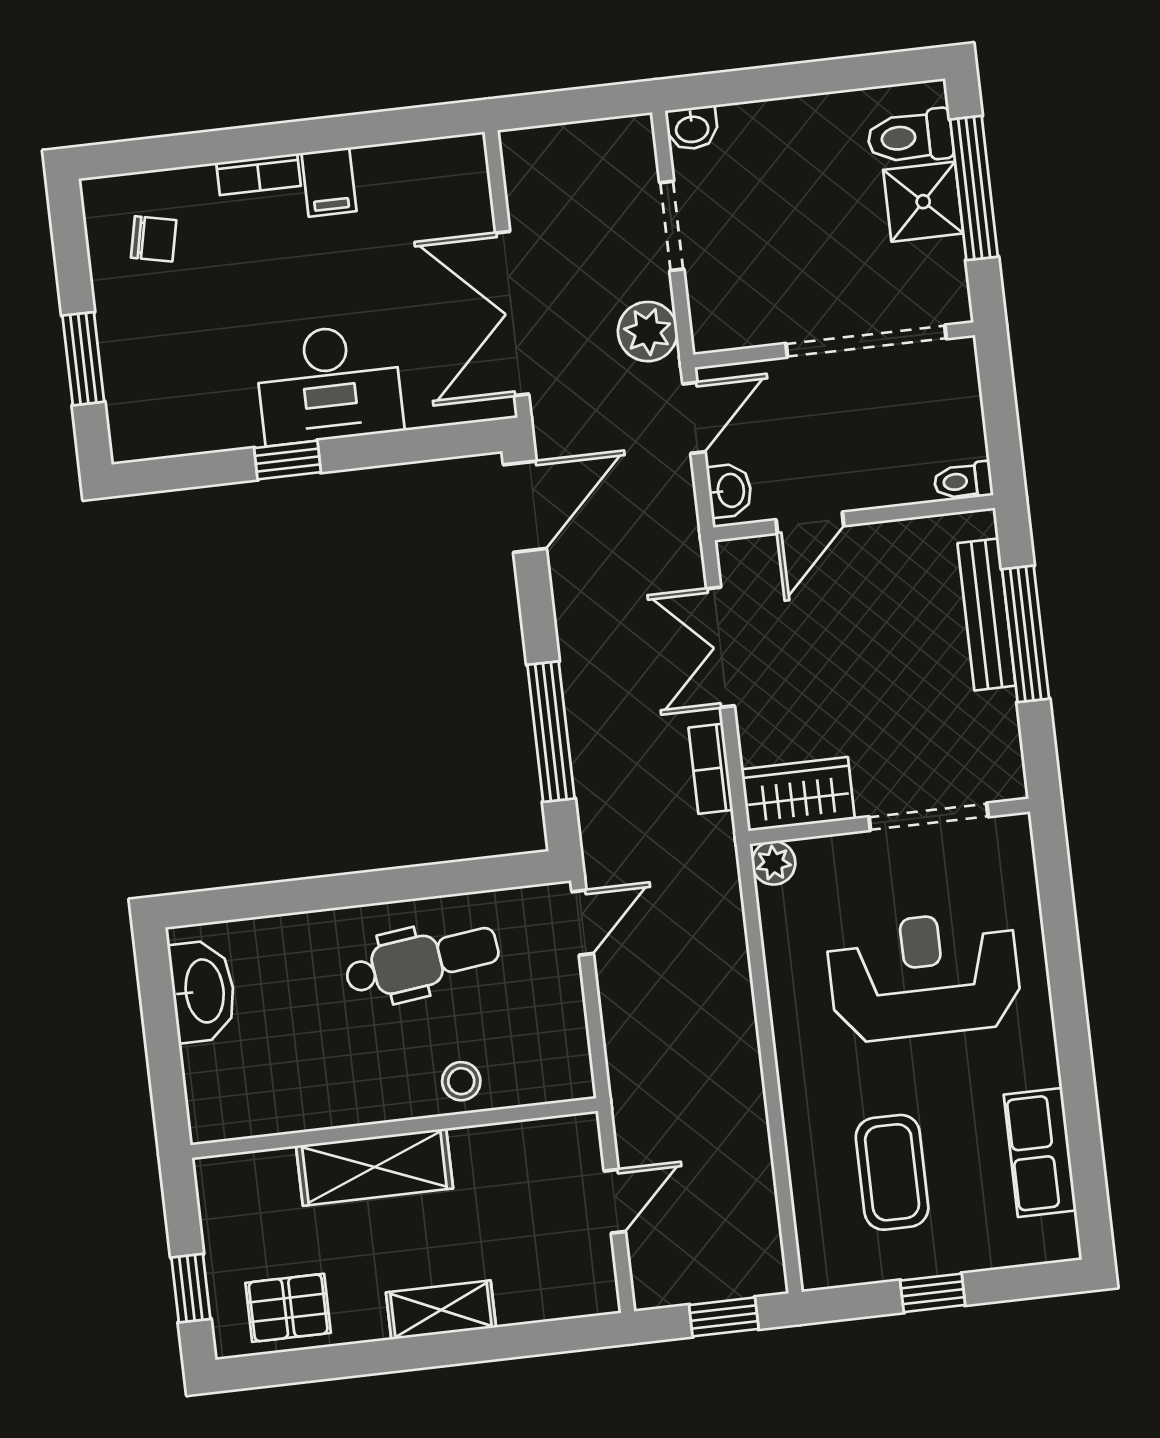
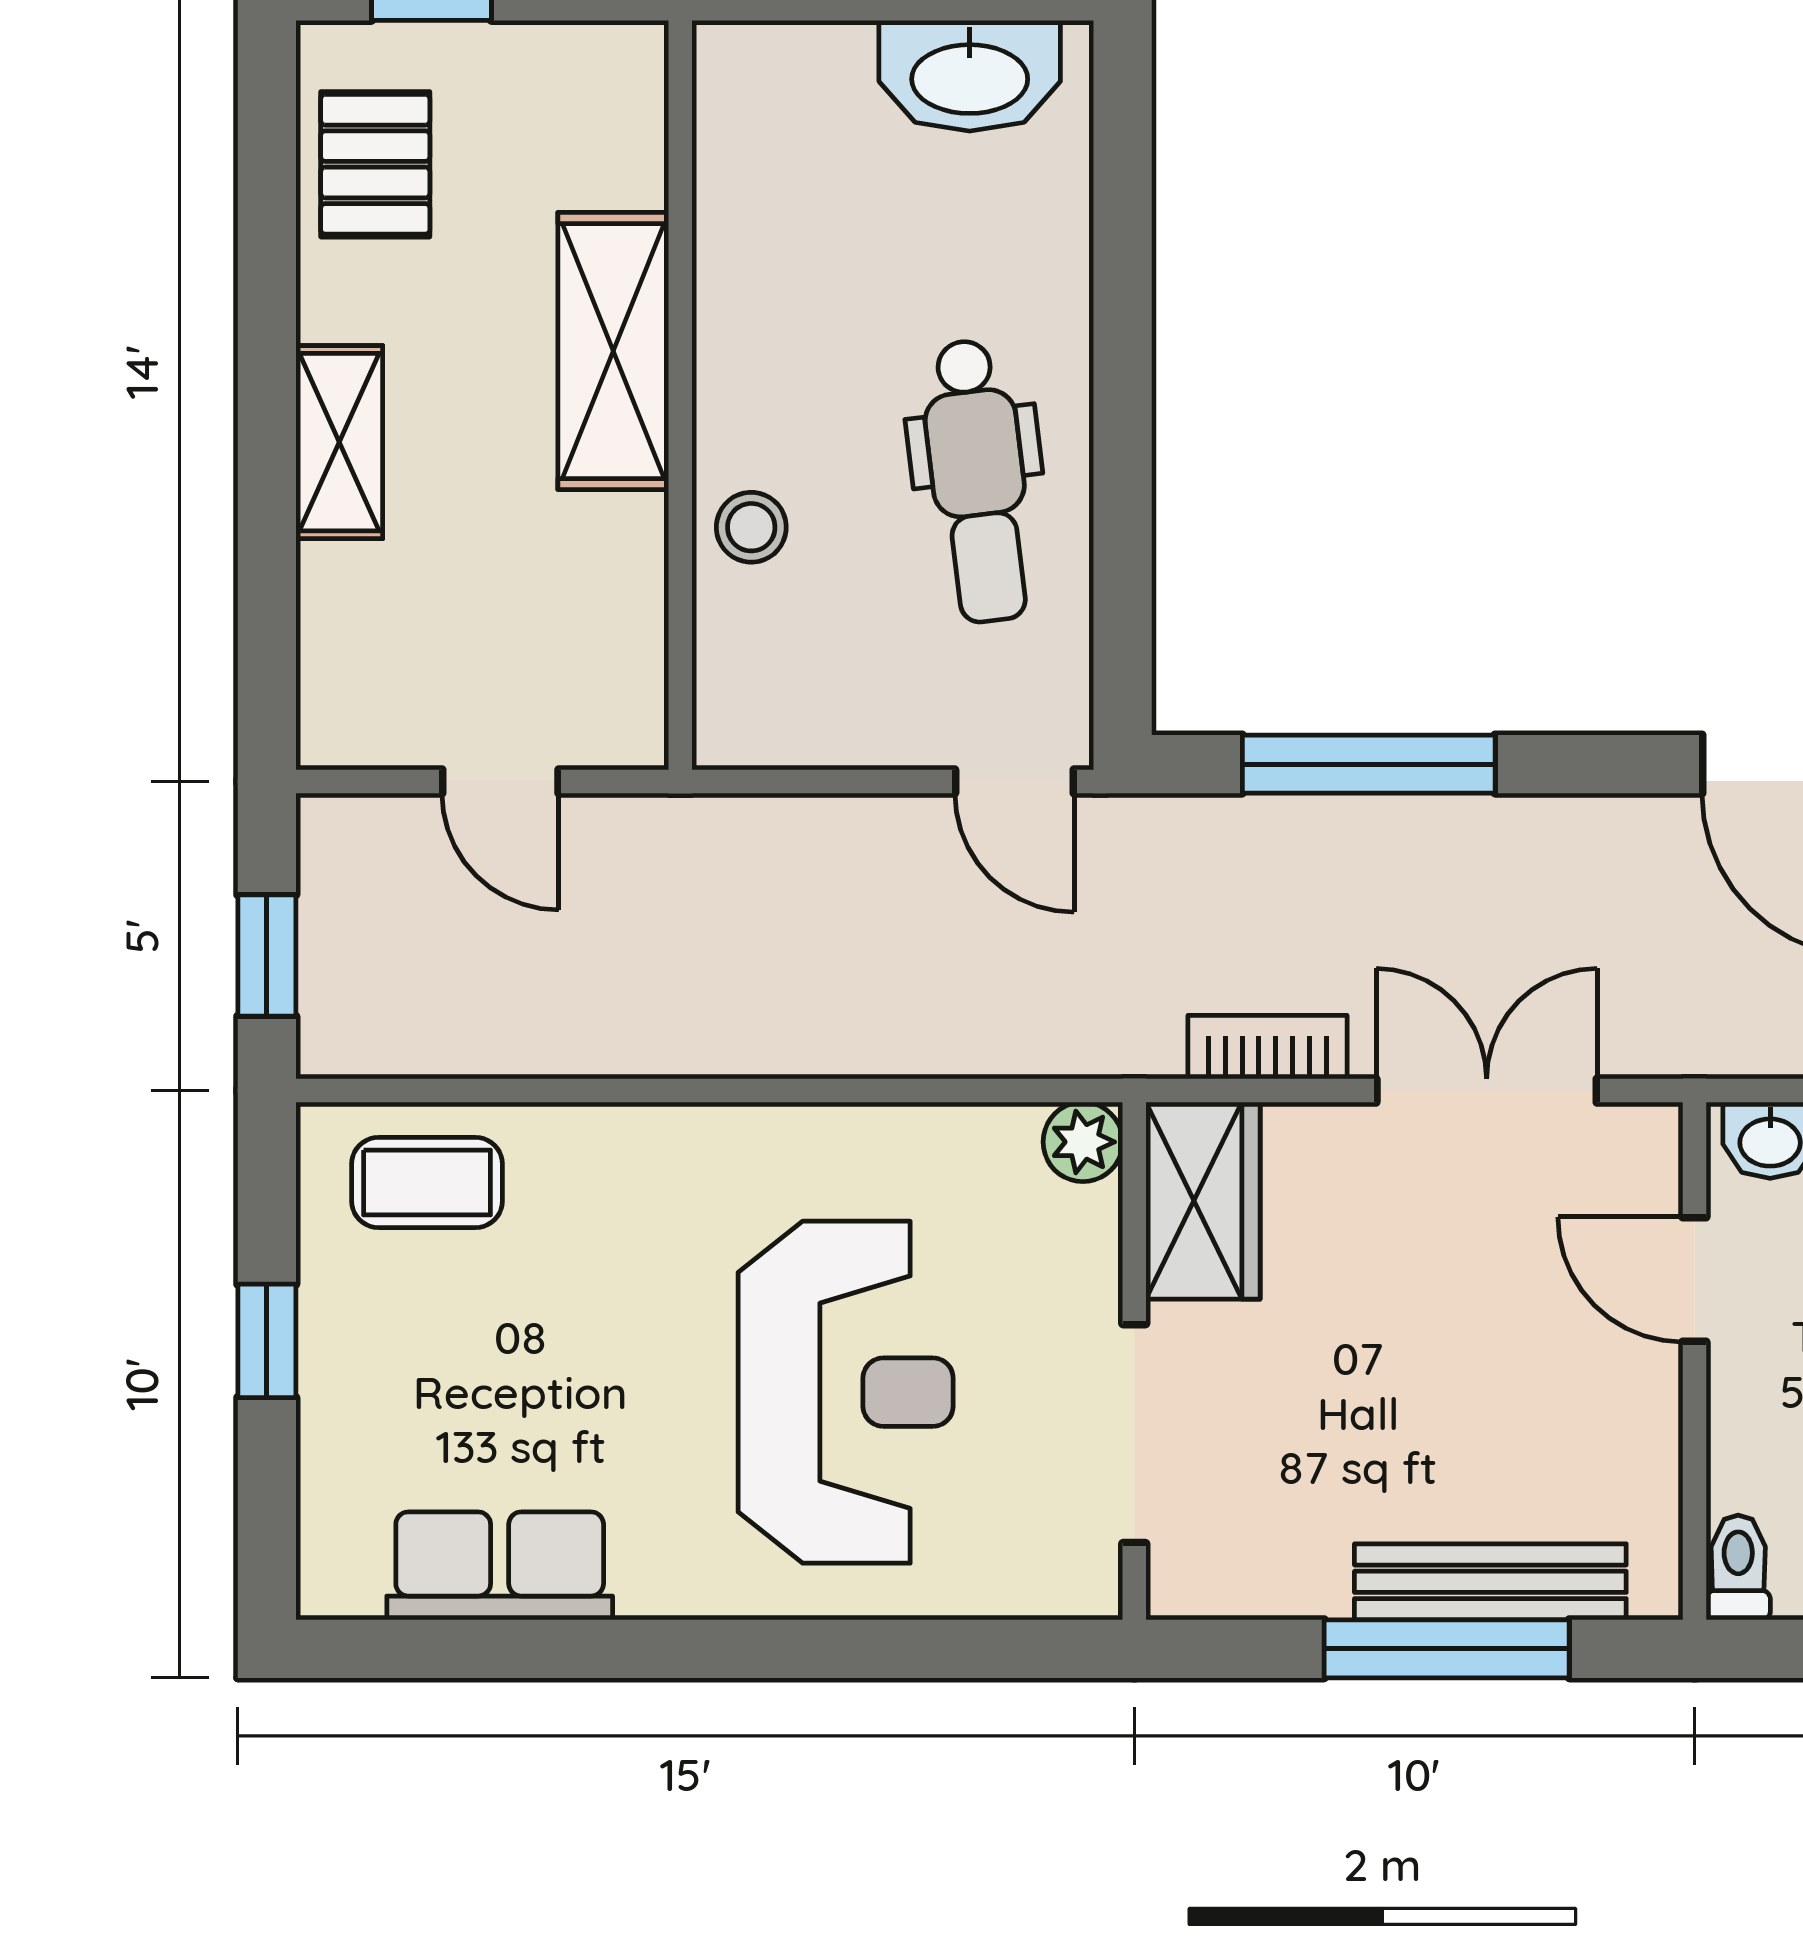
coffee table: (892, 1172) -> (427, 1182), moved, width x0.73, depth x0.77

